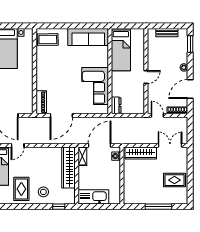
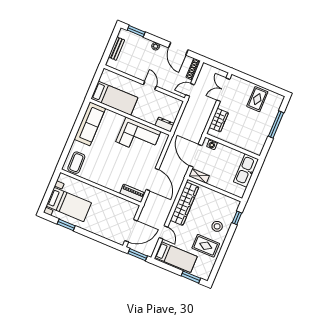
wardrobe: (141, 153) -> (219, 120), width x0.67
wardrobe: (68, 168) -> (185, 204), moved, turned -90
kitchen sink: (93, 197) -> (246, 170), moved

